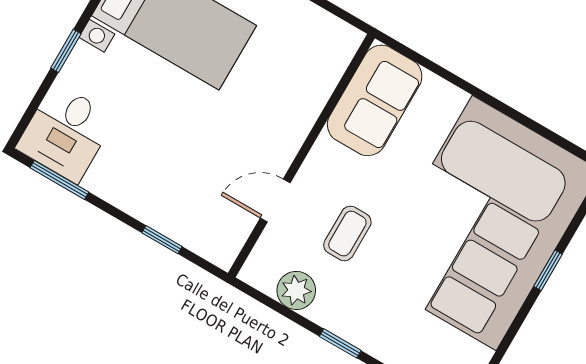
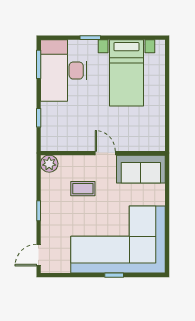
desk: (66, 133) -> (64, 71), width x1.87, depth x1.30
door: (275, 200) -> (105, 153), moved
plant: (296, 290) -> (49, 164), moved

